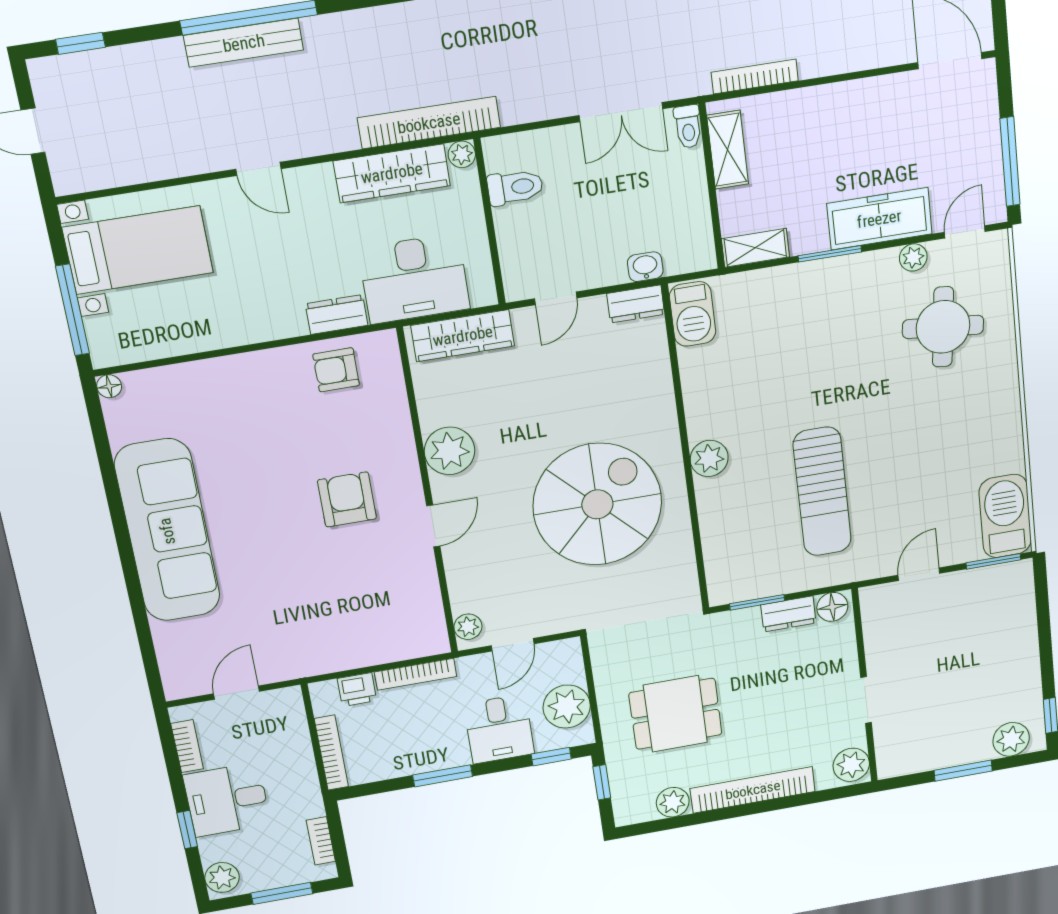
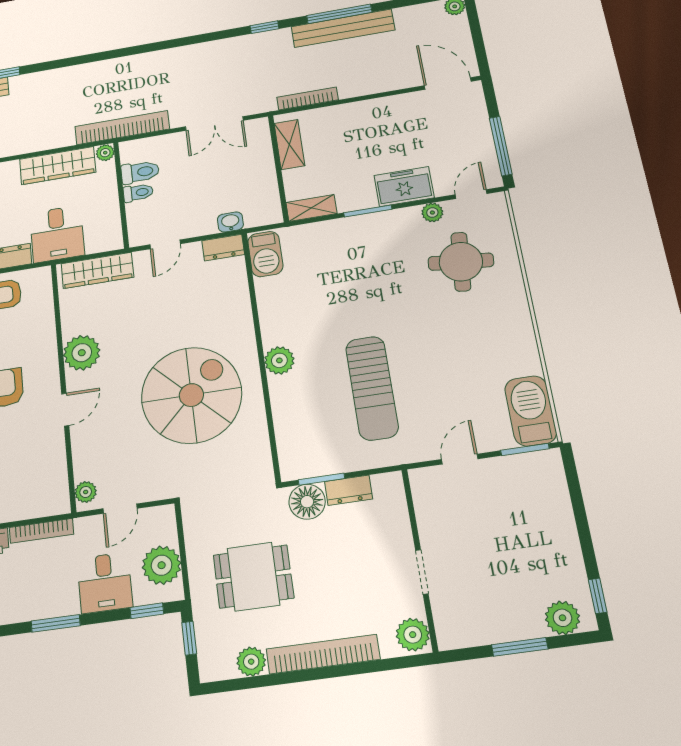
bookcase: (429, 123) -> (122, 128), moved
toilet: (688, 127) -> (138, 193), moved, turned -90
freezer: (879, 219) -> (404, 187), width x0.71
desk: (414, 279) -> (57, 234), width x0.73
floor lamp: (832, 607) -> (307, 502), moved, width x1.38, depth x1.38

